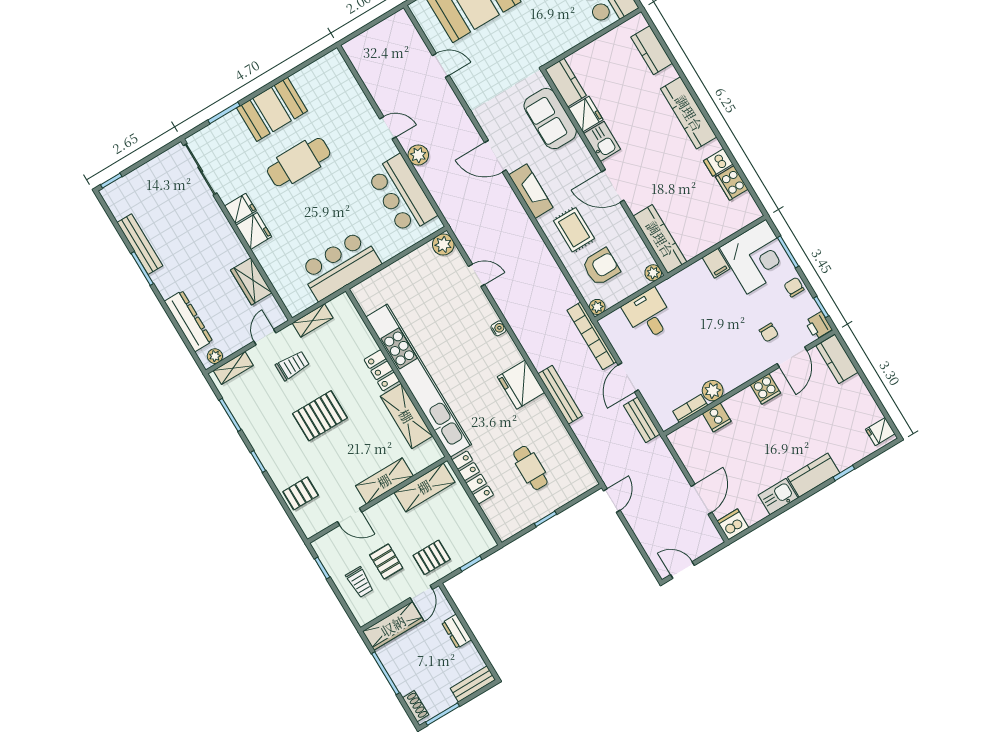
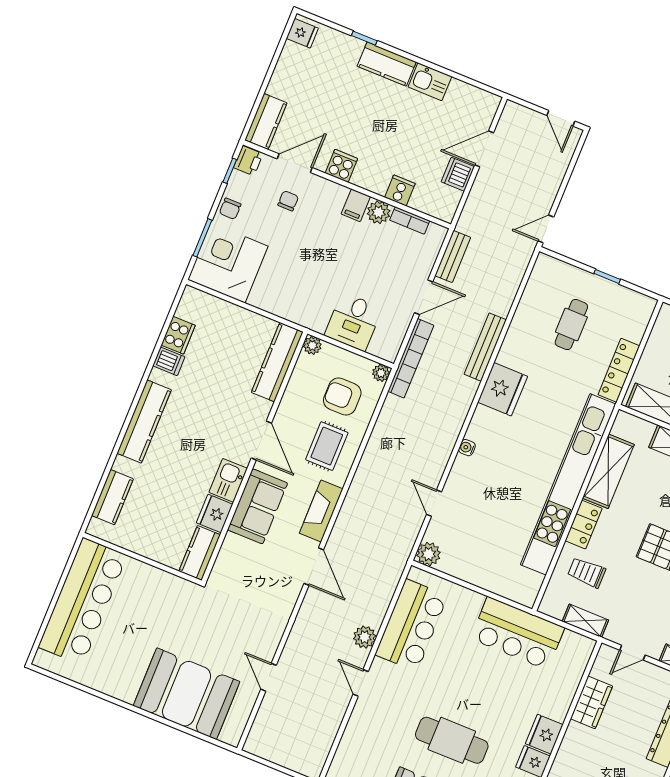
sofa: (550, 119) -> (257, 506), moved
filing cabinet: (716, 263) -> (356, 205), moved, turned 180
trolley: (293, 365) -> (587, 573), moved
dishwasher: (733, 524) -> (458, 174), moved, turned 90

